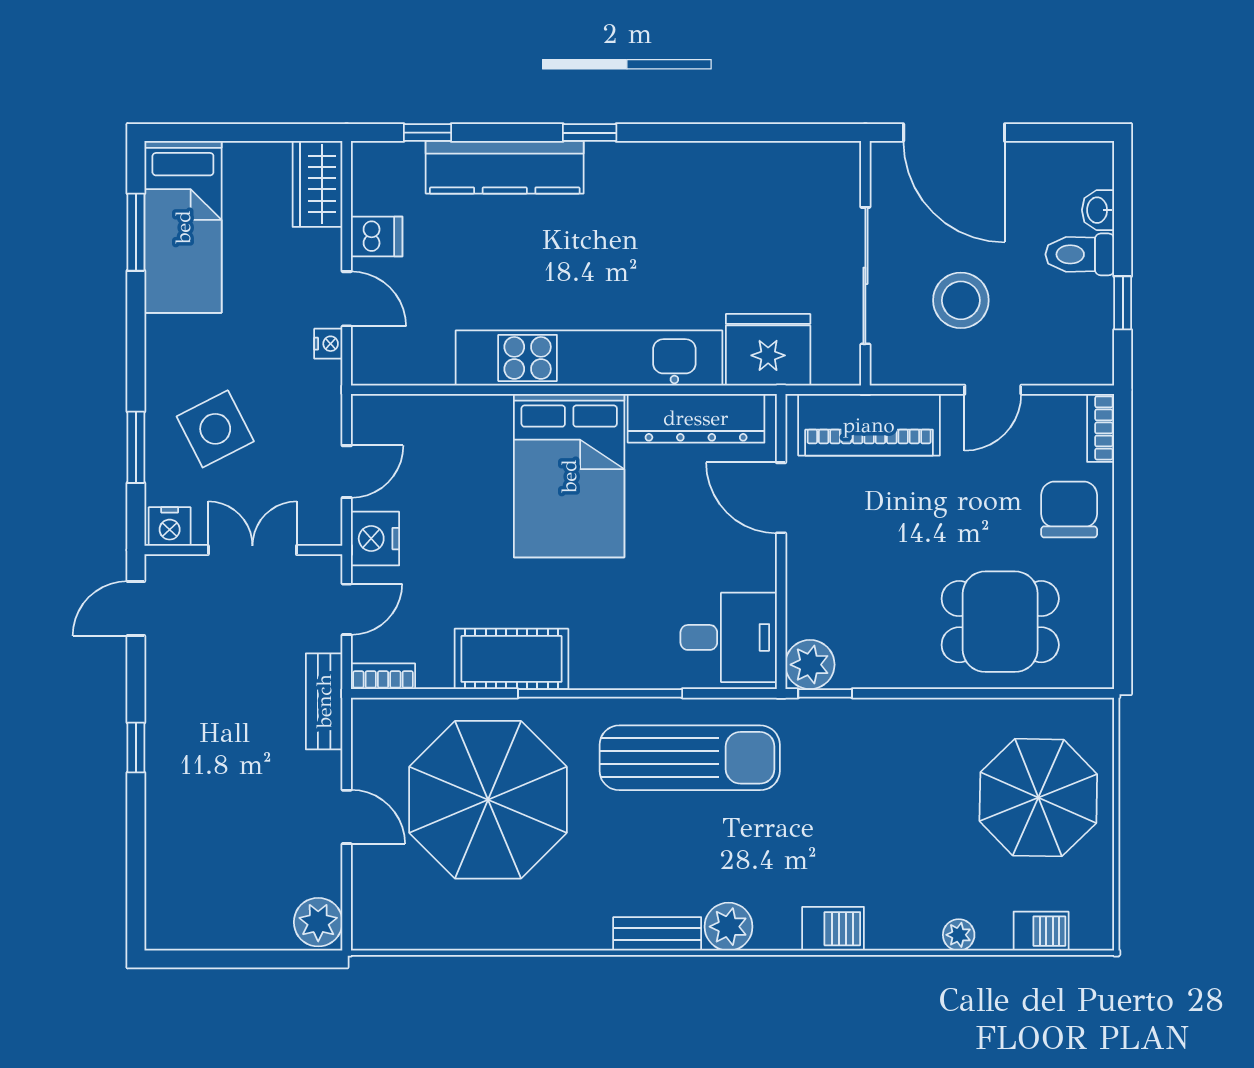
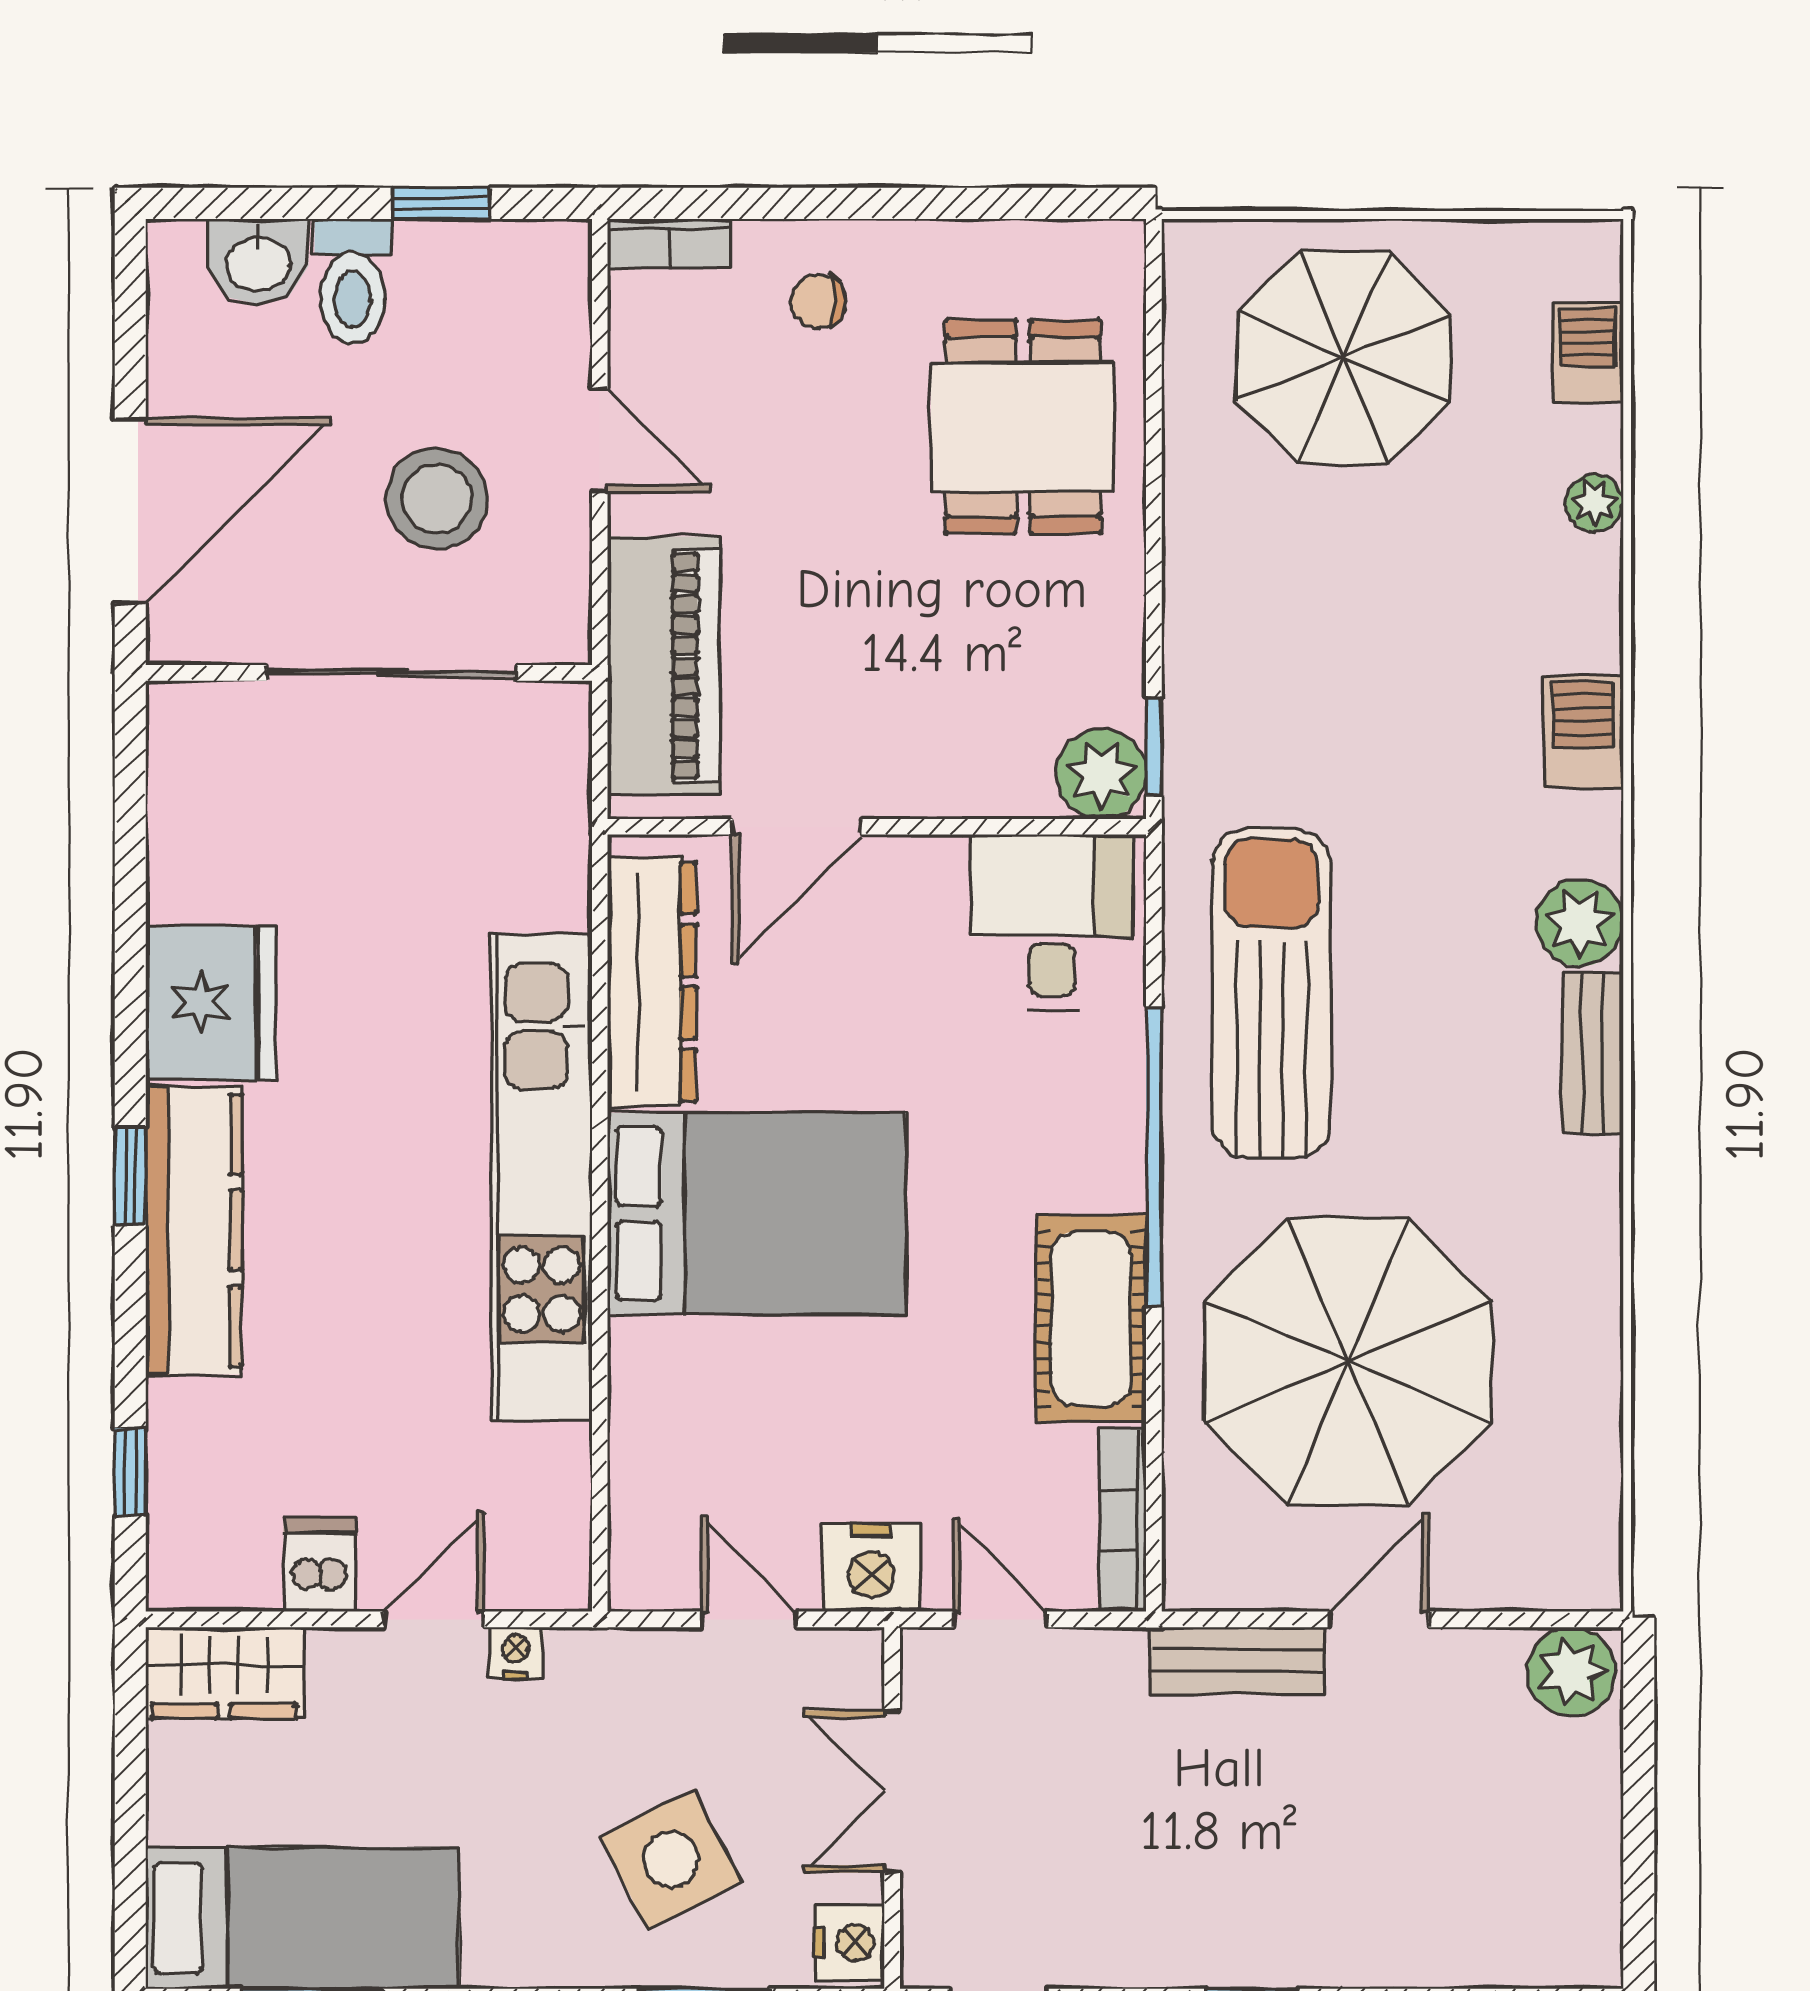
kitchen counter: (505, 167) -> (194, 1230), moved
washbasin: (1098, 210) -> (258, 261), width x1.38, depth x1.45
fridge: (768, 350) -> (211, 1003), moved, turned 180
chair: (1069, 510) -> (818, 301), width x0.54, depth x0.54
bookcase: (383, 676) -> (1123, 1520), width x1.56
bench: (324, 701) -> (1237, 1661), moved

